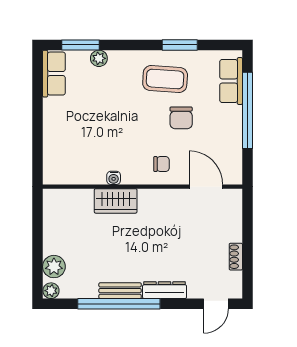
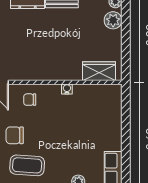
chair: (181, 118) -> (15, 135), turned -90
wardrobe: (116, 201) -> (99, 71), moved

